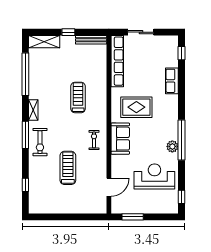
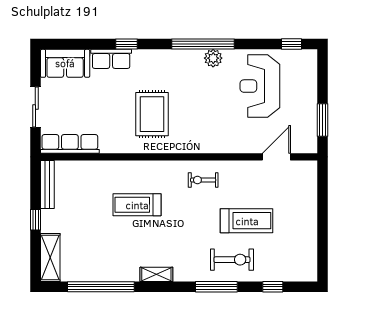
window: (181, 53) -> (126, 44), moved
row of seats: (117, 61) -> (70, 144), width x0.73
window: (25, 135) -> (216, 287), moved
sofa: (120, 139) -> (65, 63), moved, turned 180
exercise bike: (40, 142) -> (232, 260), moved
treadmill: (68, 168) -> (247, 221), turned 180
door: (109, 187) -> (276, 157), hinge flipped

